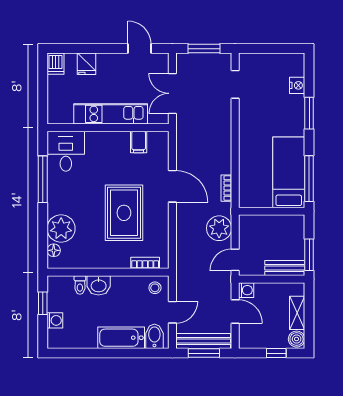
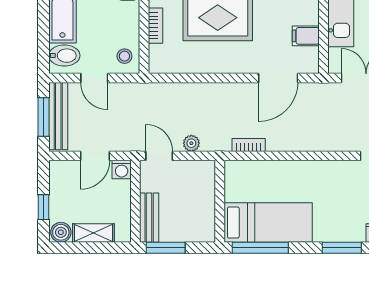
door: (172, 186) -> (278, 78), moved
plant: (219, 228) -> (191, 143), width x0.53, depth x0.53
bookcase: (145, 263) -> (155, 26), moved

